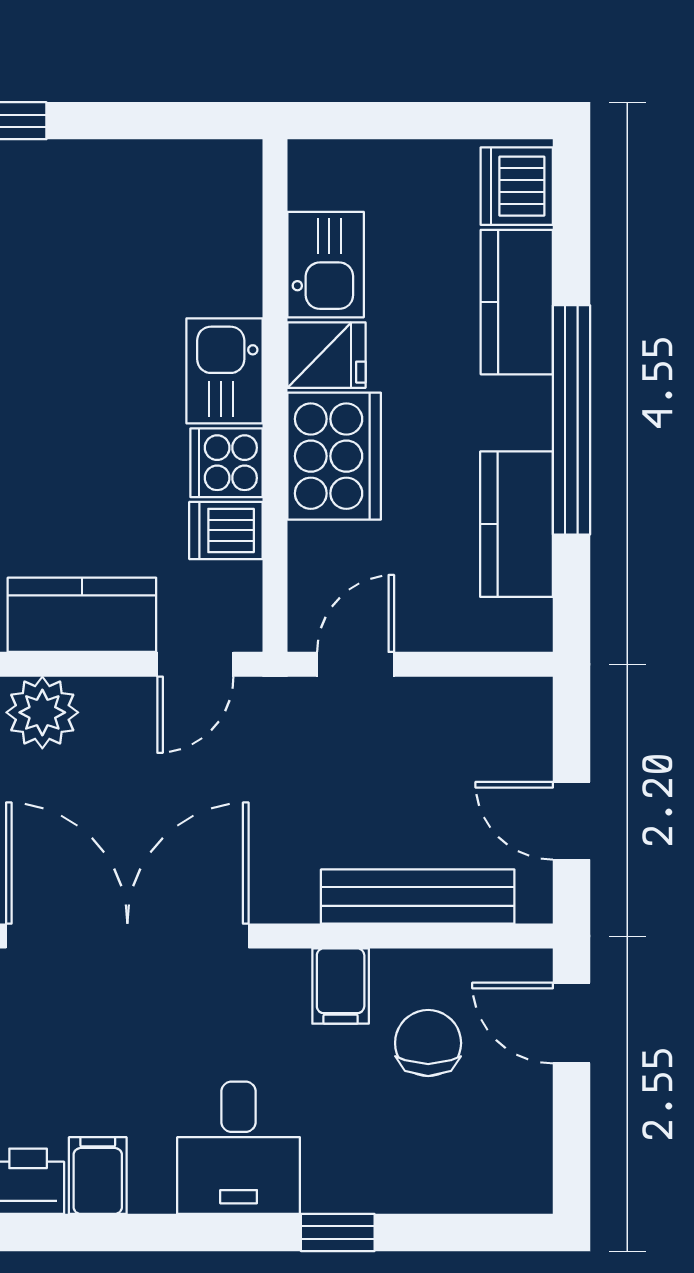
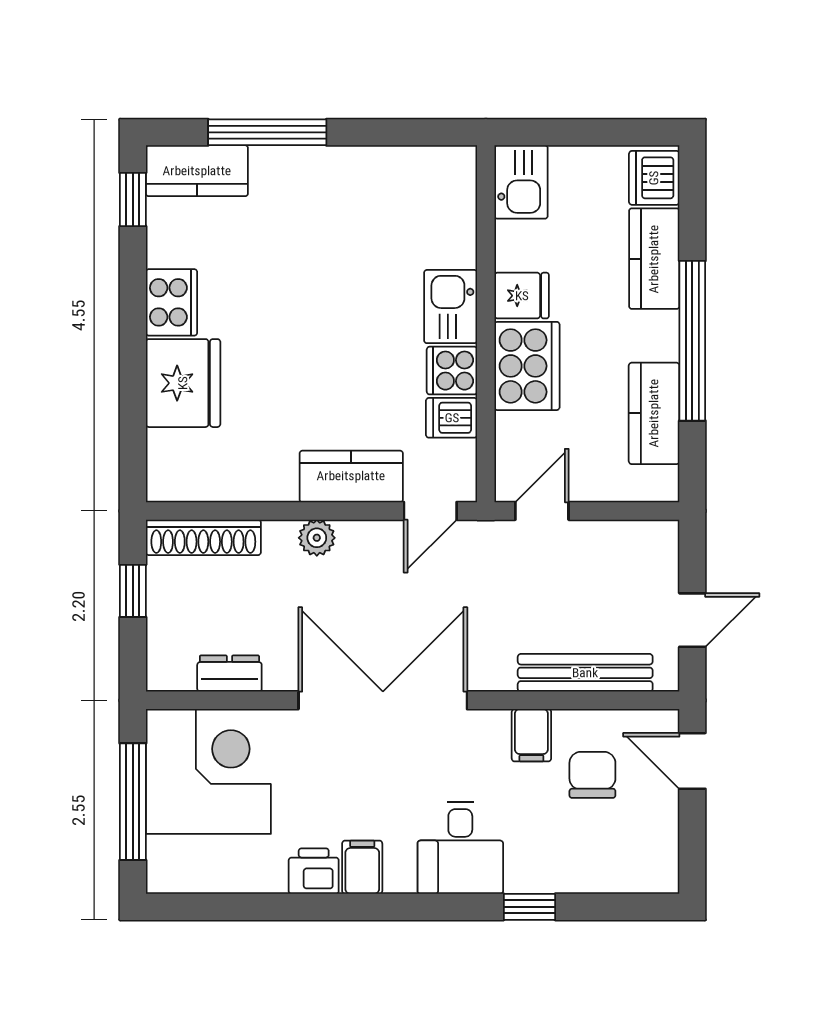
kitchen sink: (326, 265) -> (521, 182), moved
plant: (42, 712) -> (317, 538), width x0.73, depth x0.73
door: (572, 821) -> (692, 620), swing flipped

